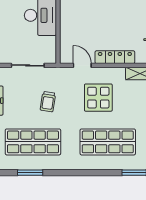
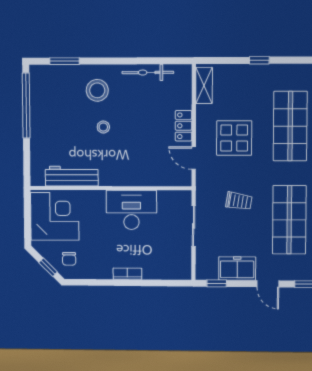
locker: (115, 57) -> (184, 126), width x0.66
door: (82, 65) -> (194, 158), hinge flipped

